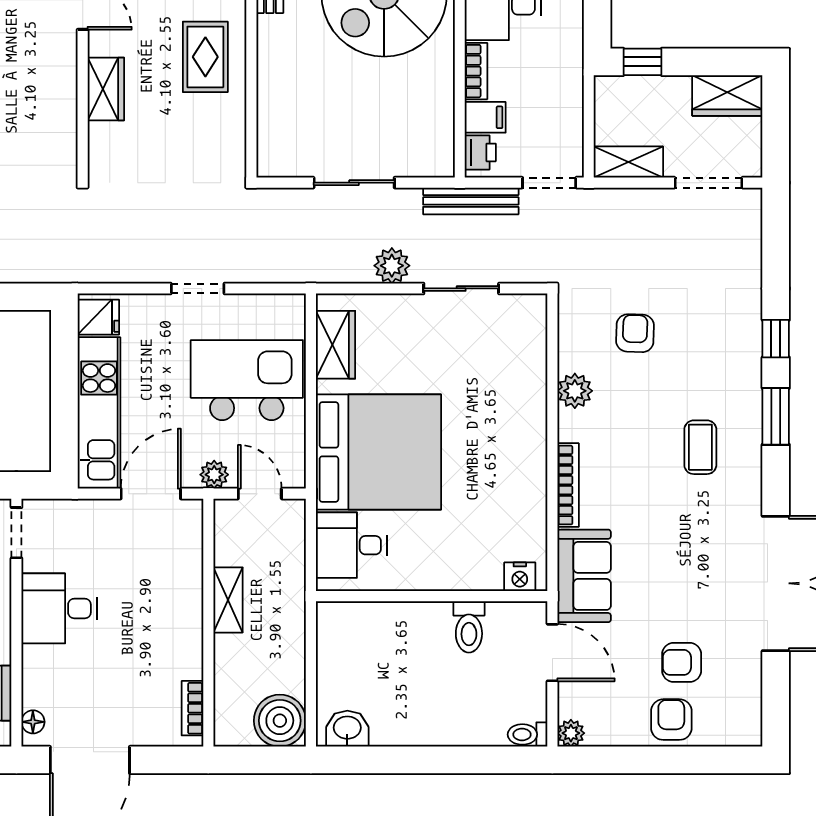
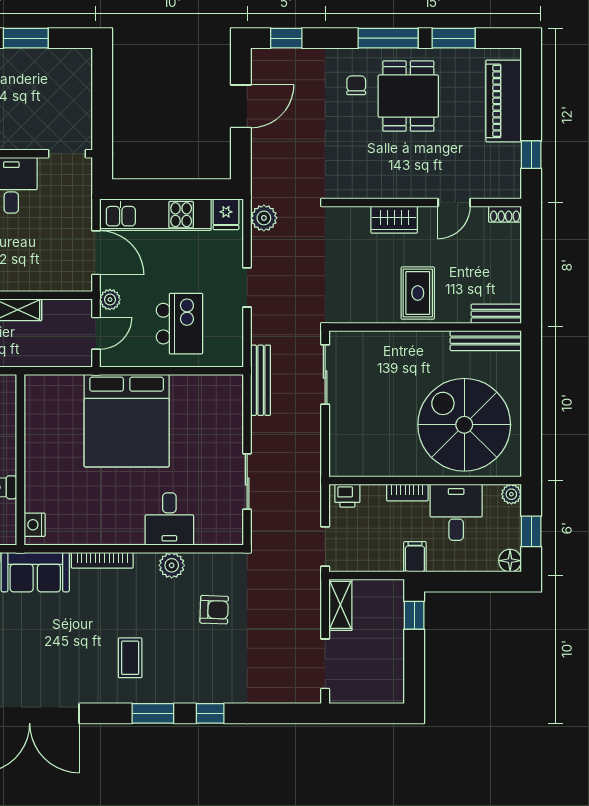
rug: (205, 57) -> (418, 293), turned 90
wardrobe: (727, 95) -> (389, 678), removed
filing cabinet: (485, 117) -> (415, 557), moved, turned 180
sliding door: (354, 183) -> (325, 374), moved
bench: (471, 201) -> (261, 380), moved
plant: (392, 266) -> (264, 218), moved
wardrobe: (336, 345) -> (206, 389), removed
kitchen island: (247, 380) -> (180, 324), width x0.73, depth x0.78
coffee table: (700, 447) -> (130, 658), turned 90
desk: (351, 545) -> (169, 519), moved, turned 180

